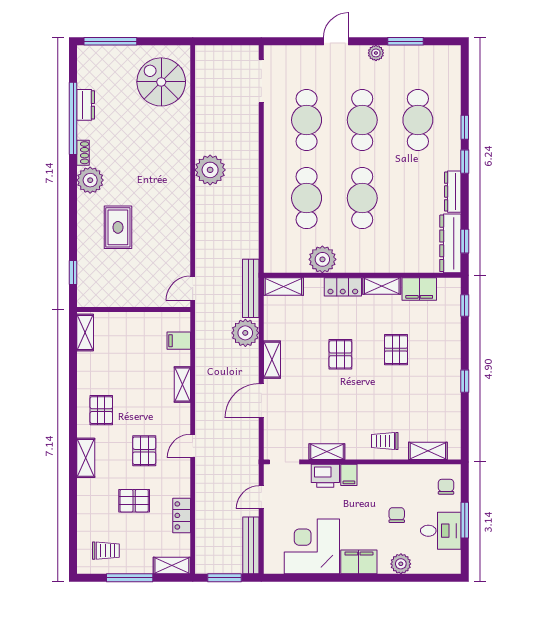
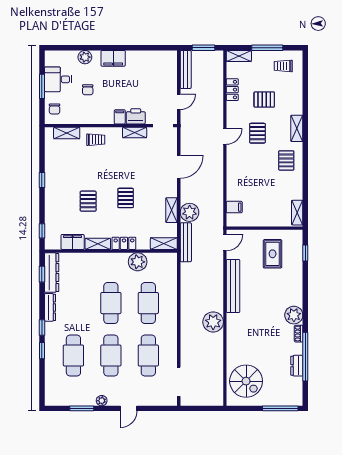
bench: (181, 223) -> (233, 286), added
rug: (118, 227) -> (273, 254), moved
shelving: (272, 360) -> (172, 210), moved
shelving: (182, 384) -> (232, 178), removed
corner desk: (312, 546) -> (145, 69), removed

